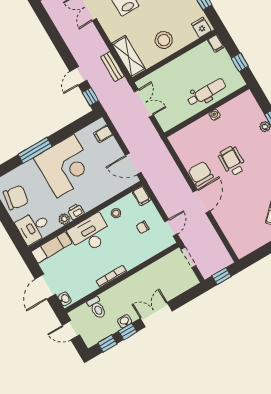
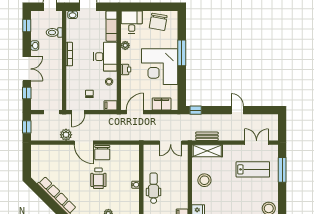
door: (78, 76) -> (237, 110), moved
dental chair: (207, 92) -> (154, 188), turned 180
filing cabinet: (103, 134) -> (162, 104), width x2.00
wheelchair: (232, 161) -> (98, 178), turned 88
chair: (201, 174) -> (102, 153), turned 90
printer: (76, 212) -> (126, 70), moved
plant: (204, 227) -> (66, 135), added
door: (171, 228) -> (78, 112), hinge flipped
window: (128, 331) -> (27, 93), moved

